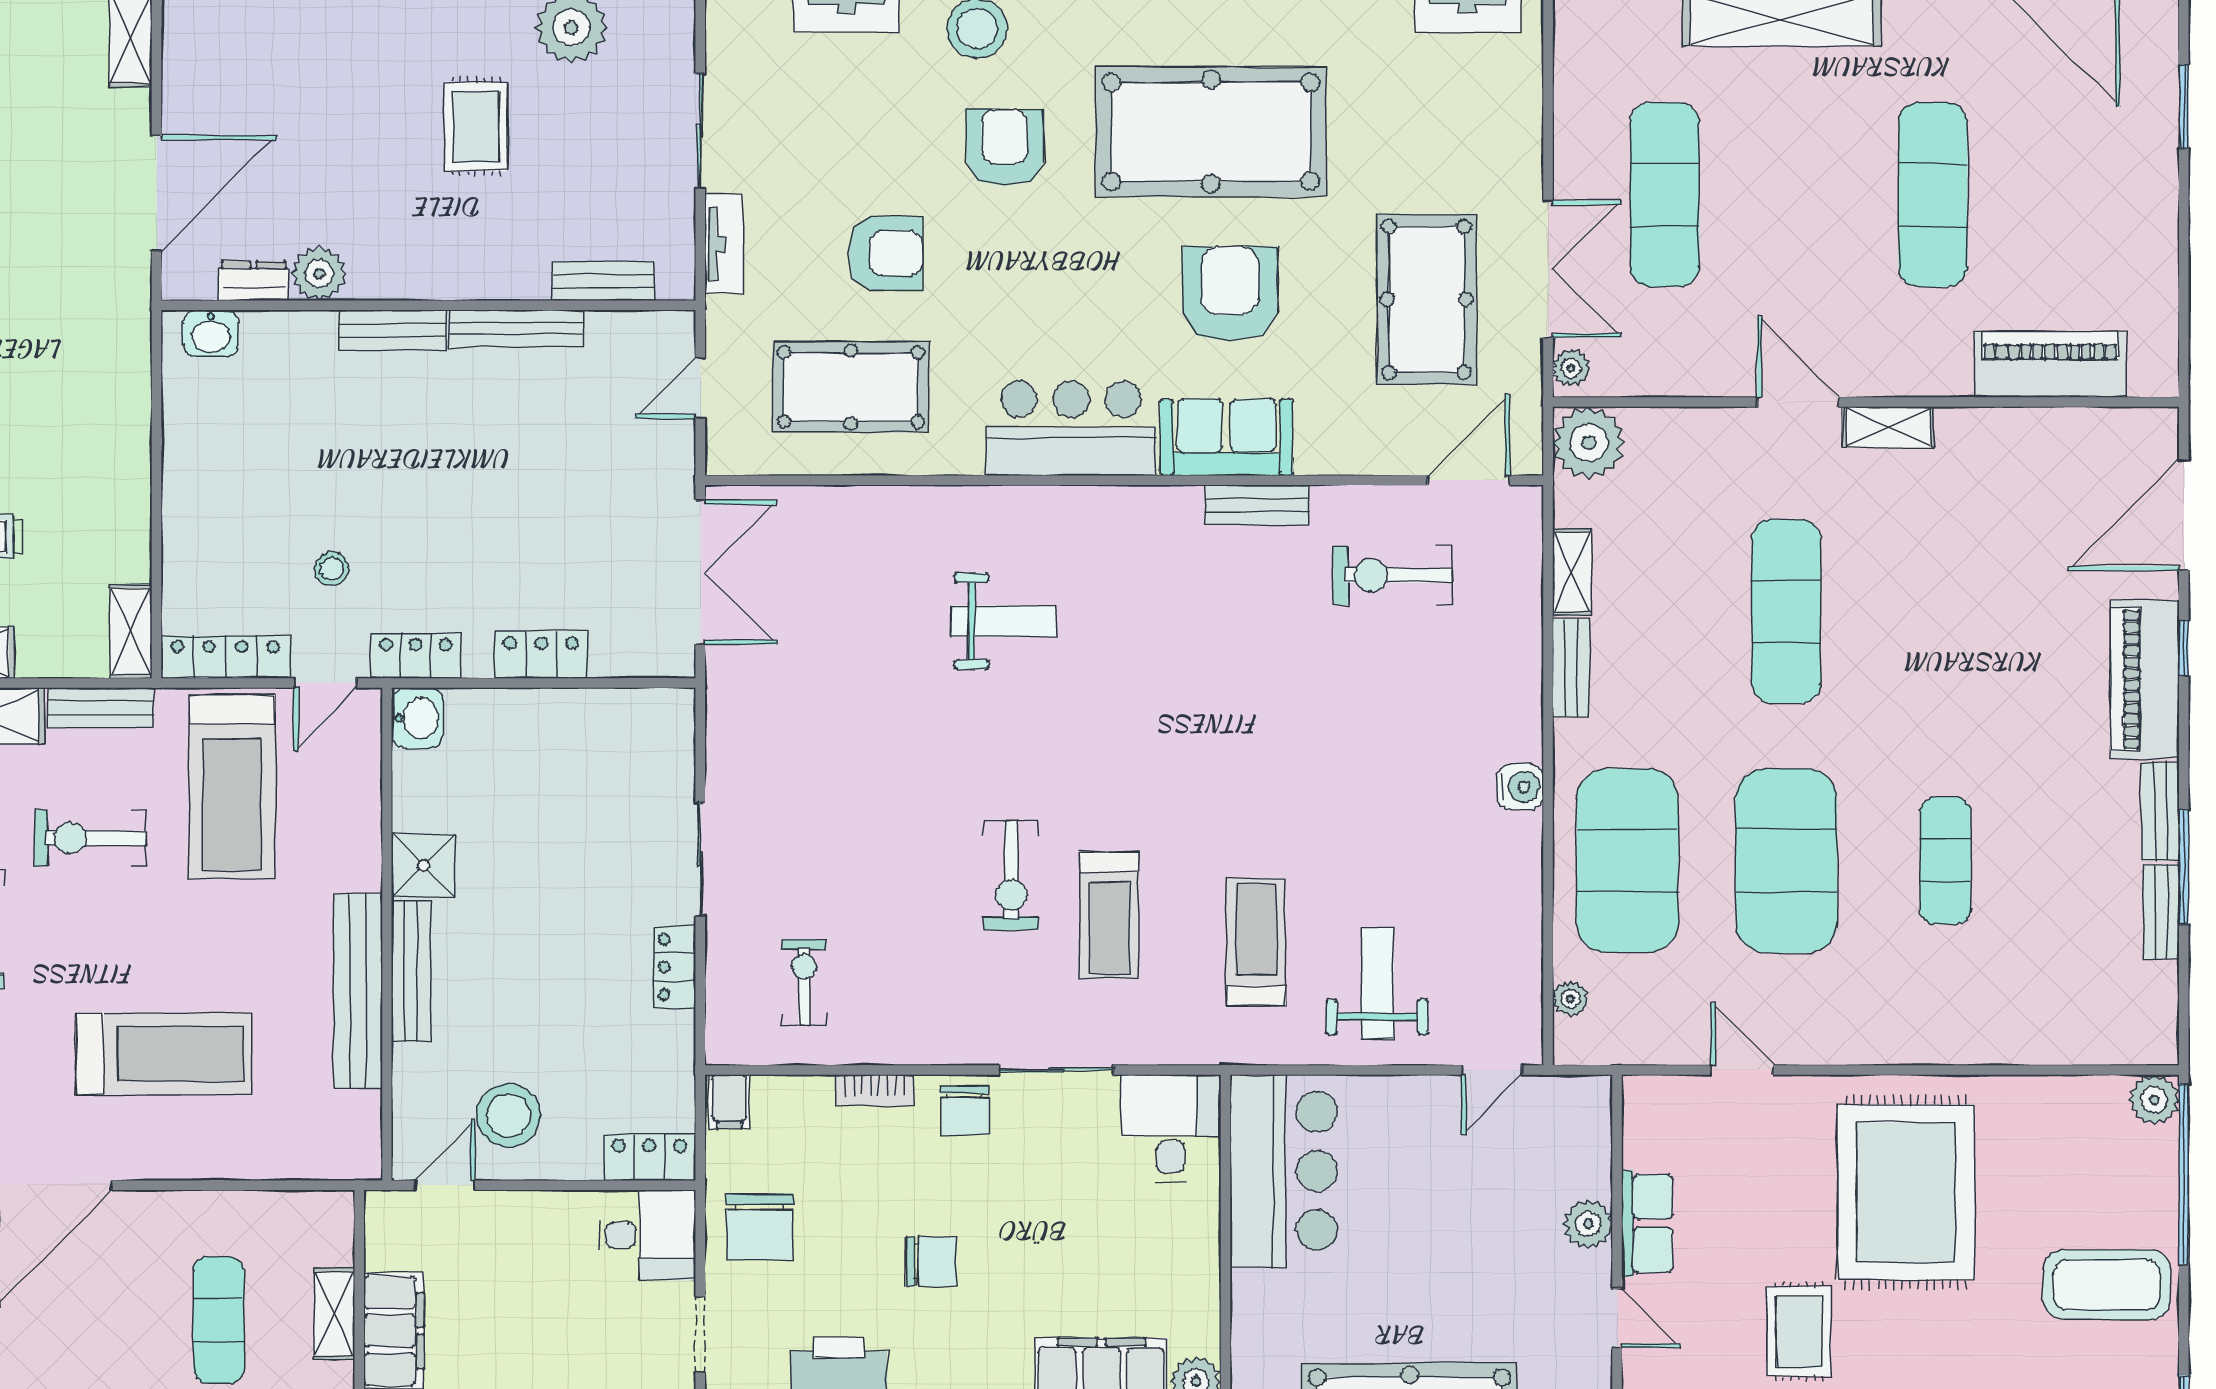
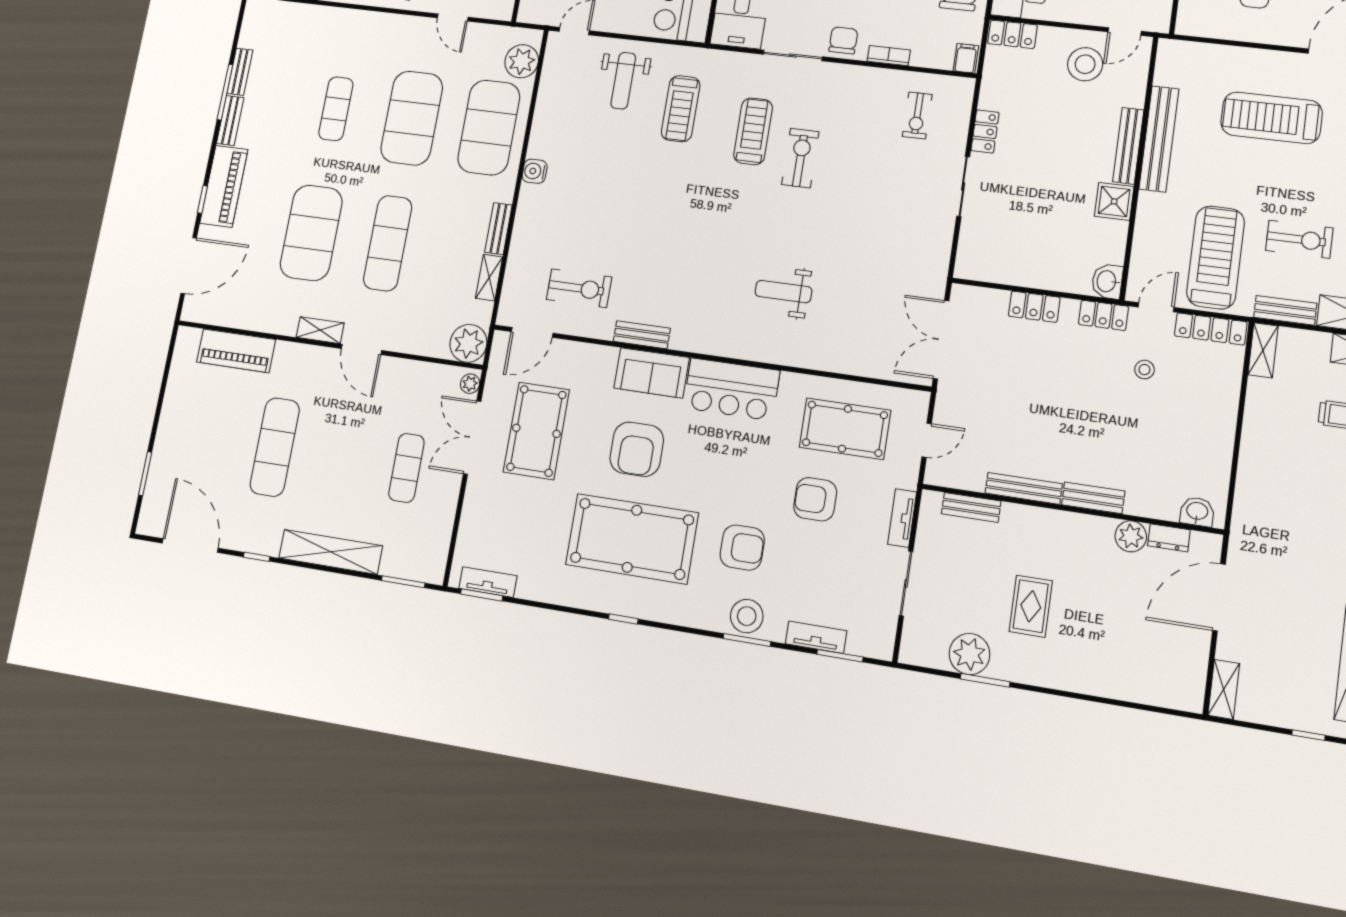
armchair: (1005, 148) -> (742, 548), turned -90
exercise mat: (1665, 195) -> (406, 468), width x0.73, depth x0.69
exercise mat: (1945, 611) -> (311, 233), added
plant: (1570, 999) -> (522, 61), width x1.87, depth x1.87

